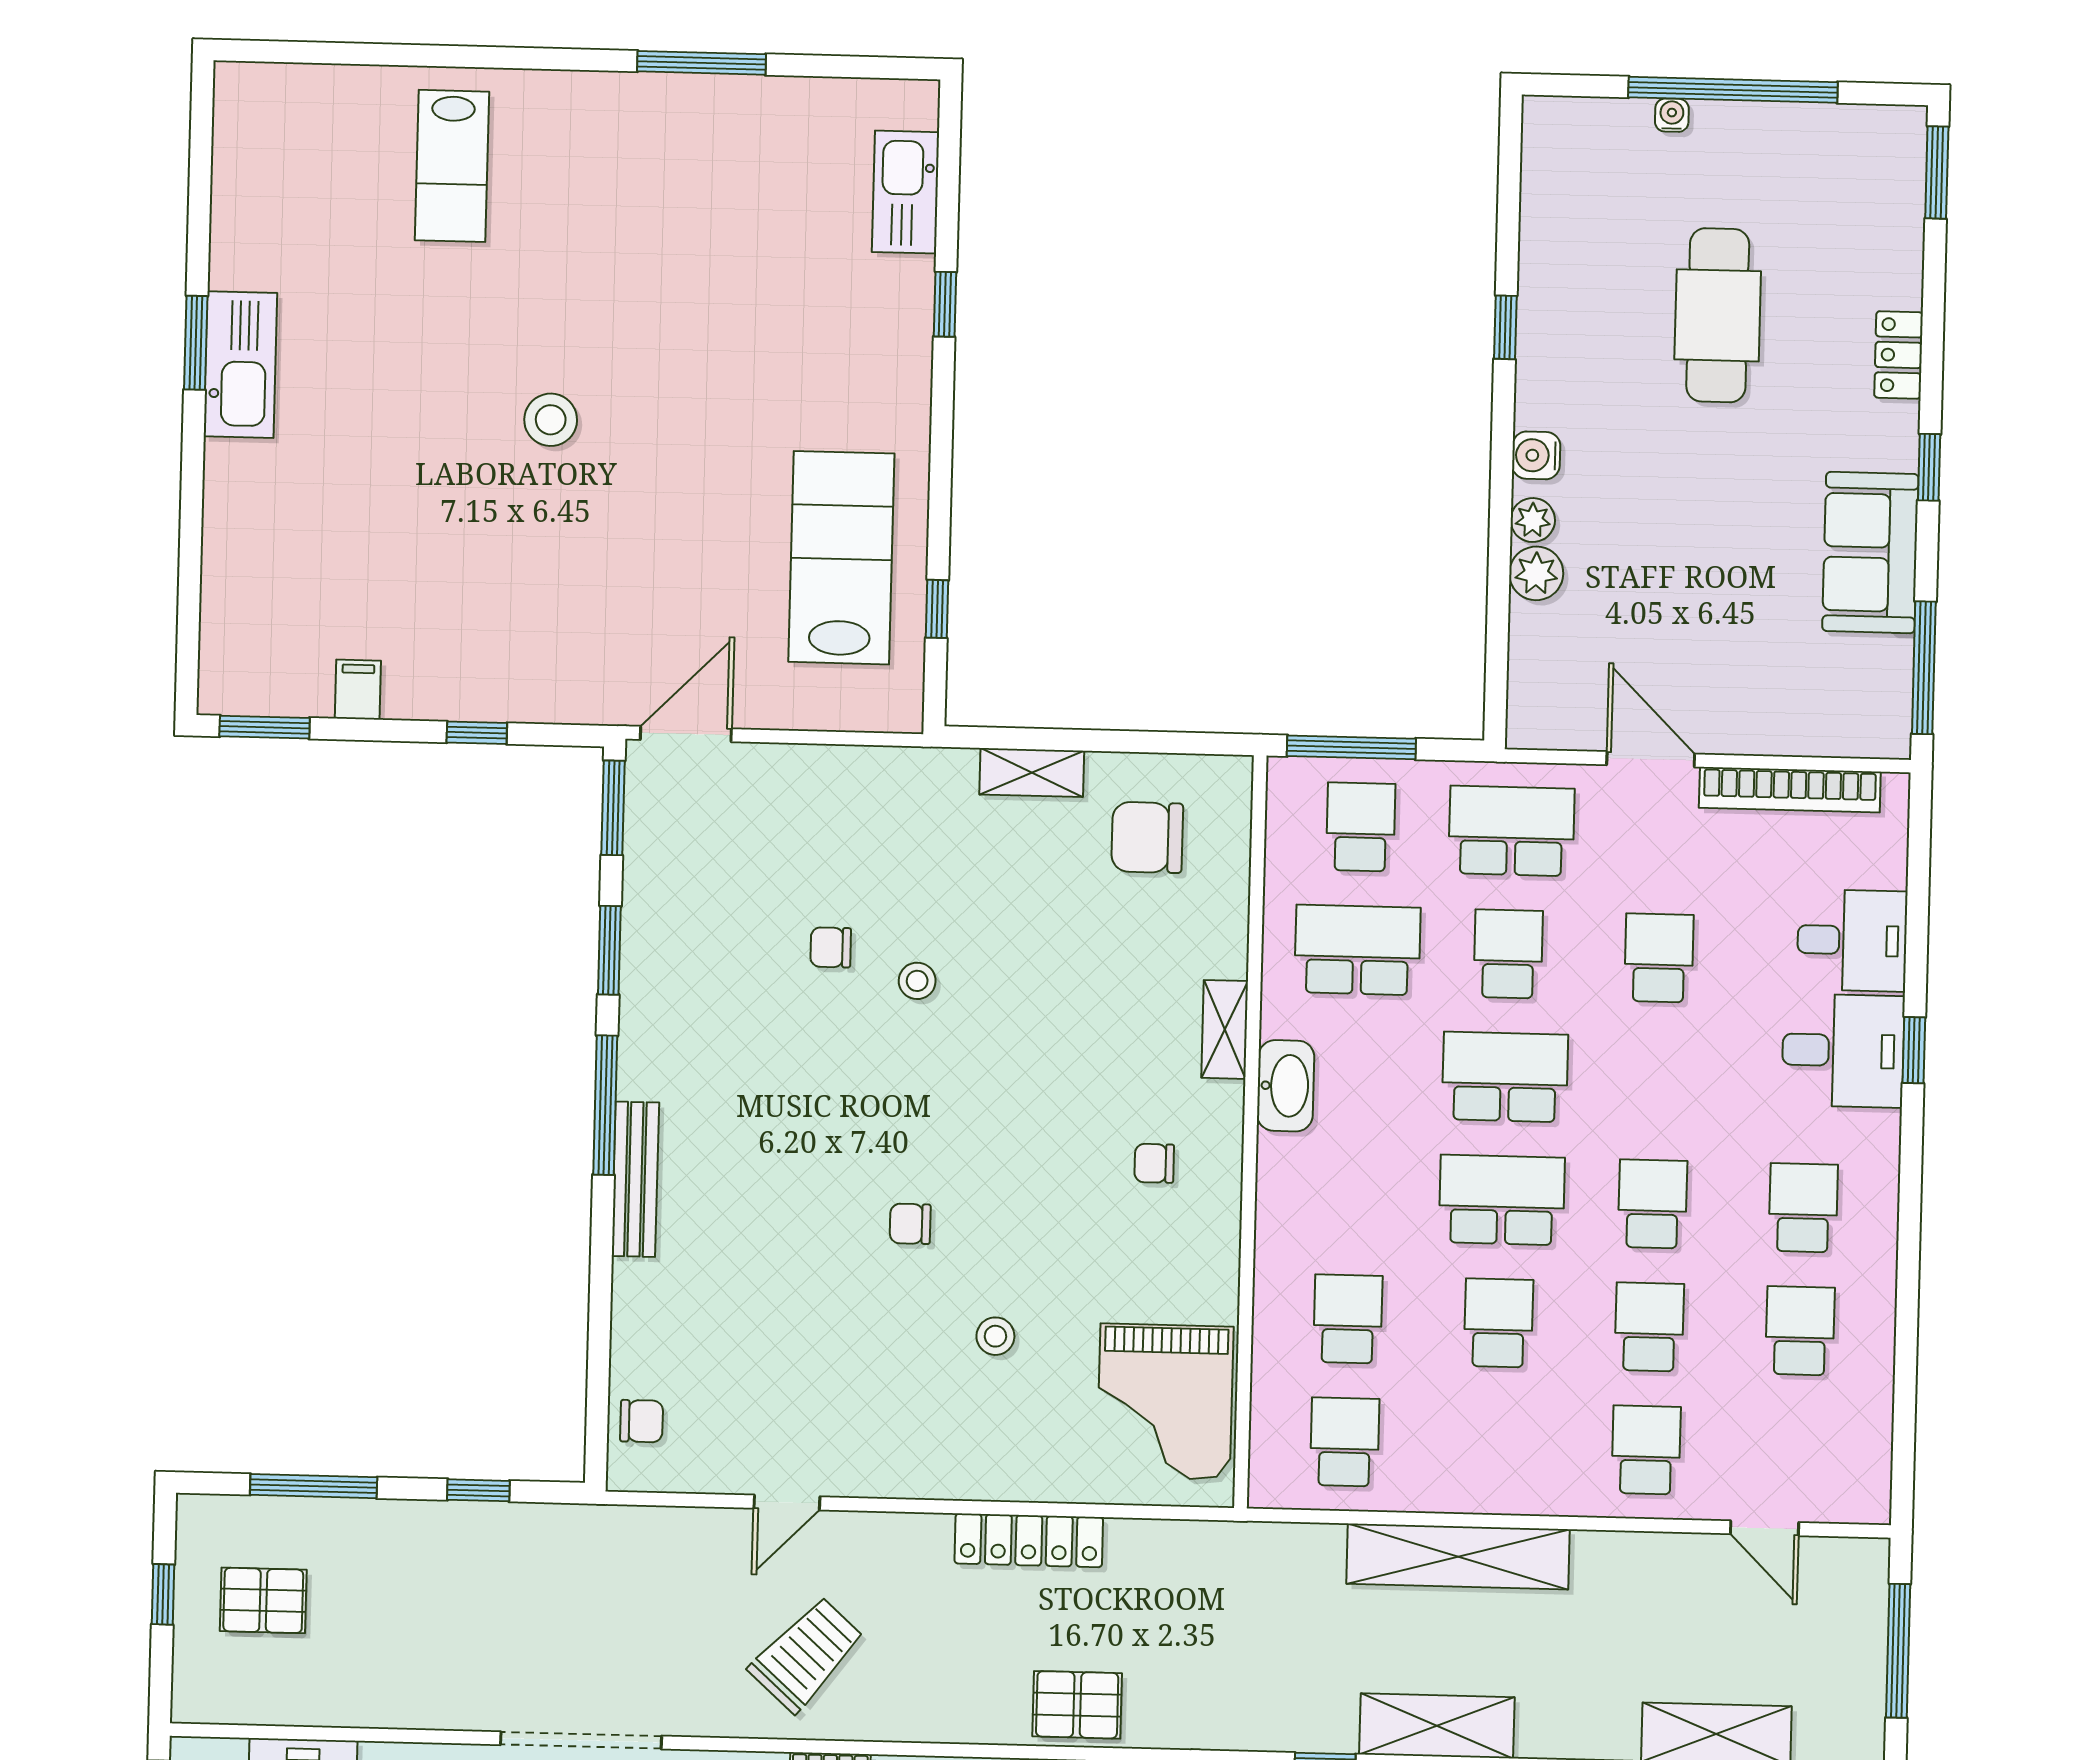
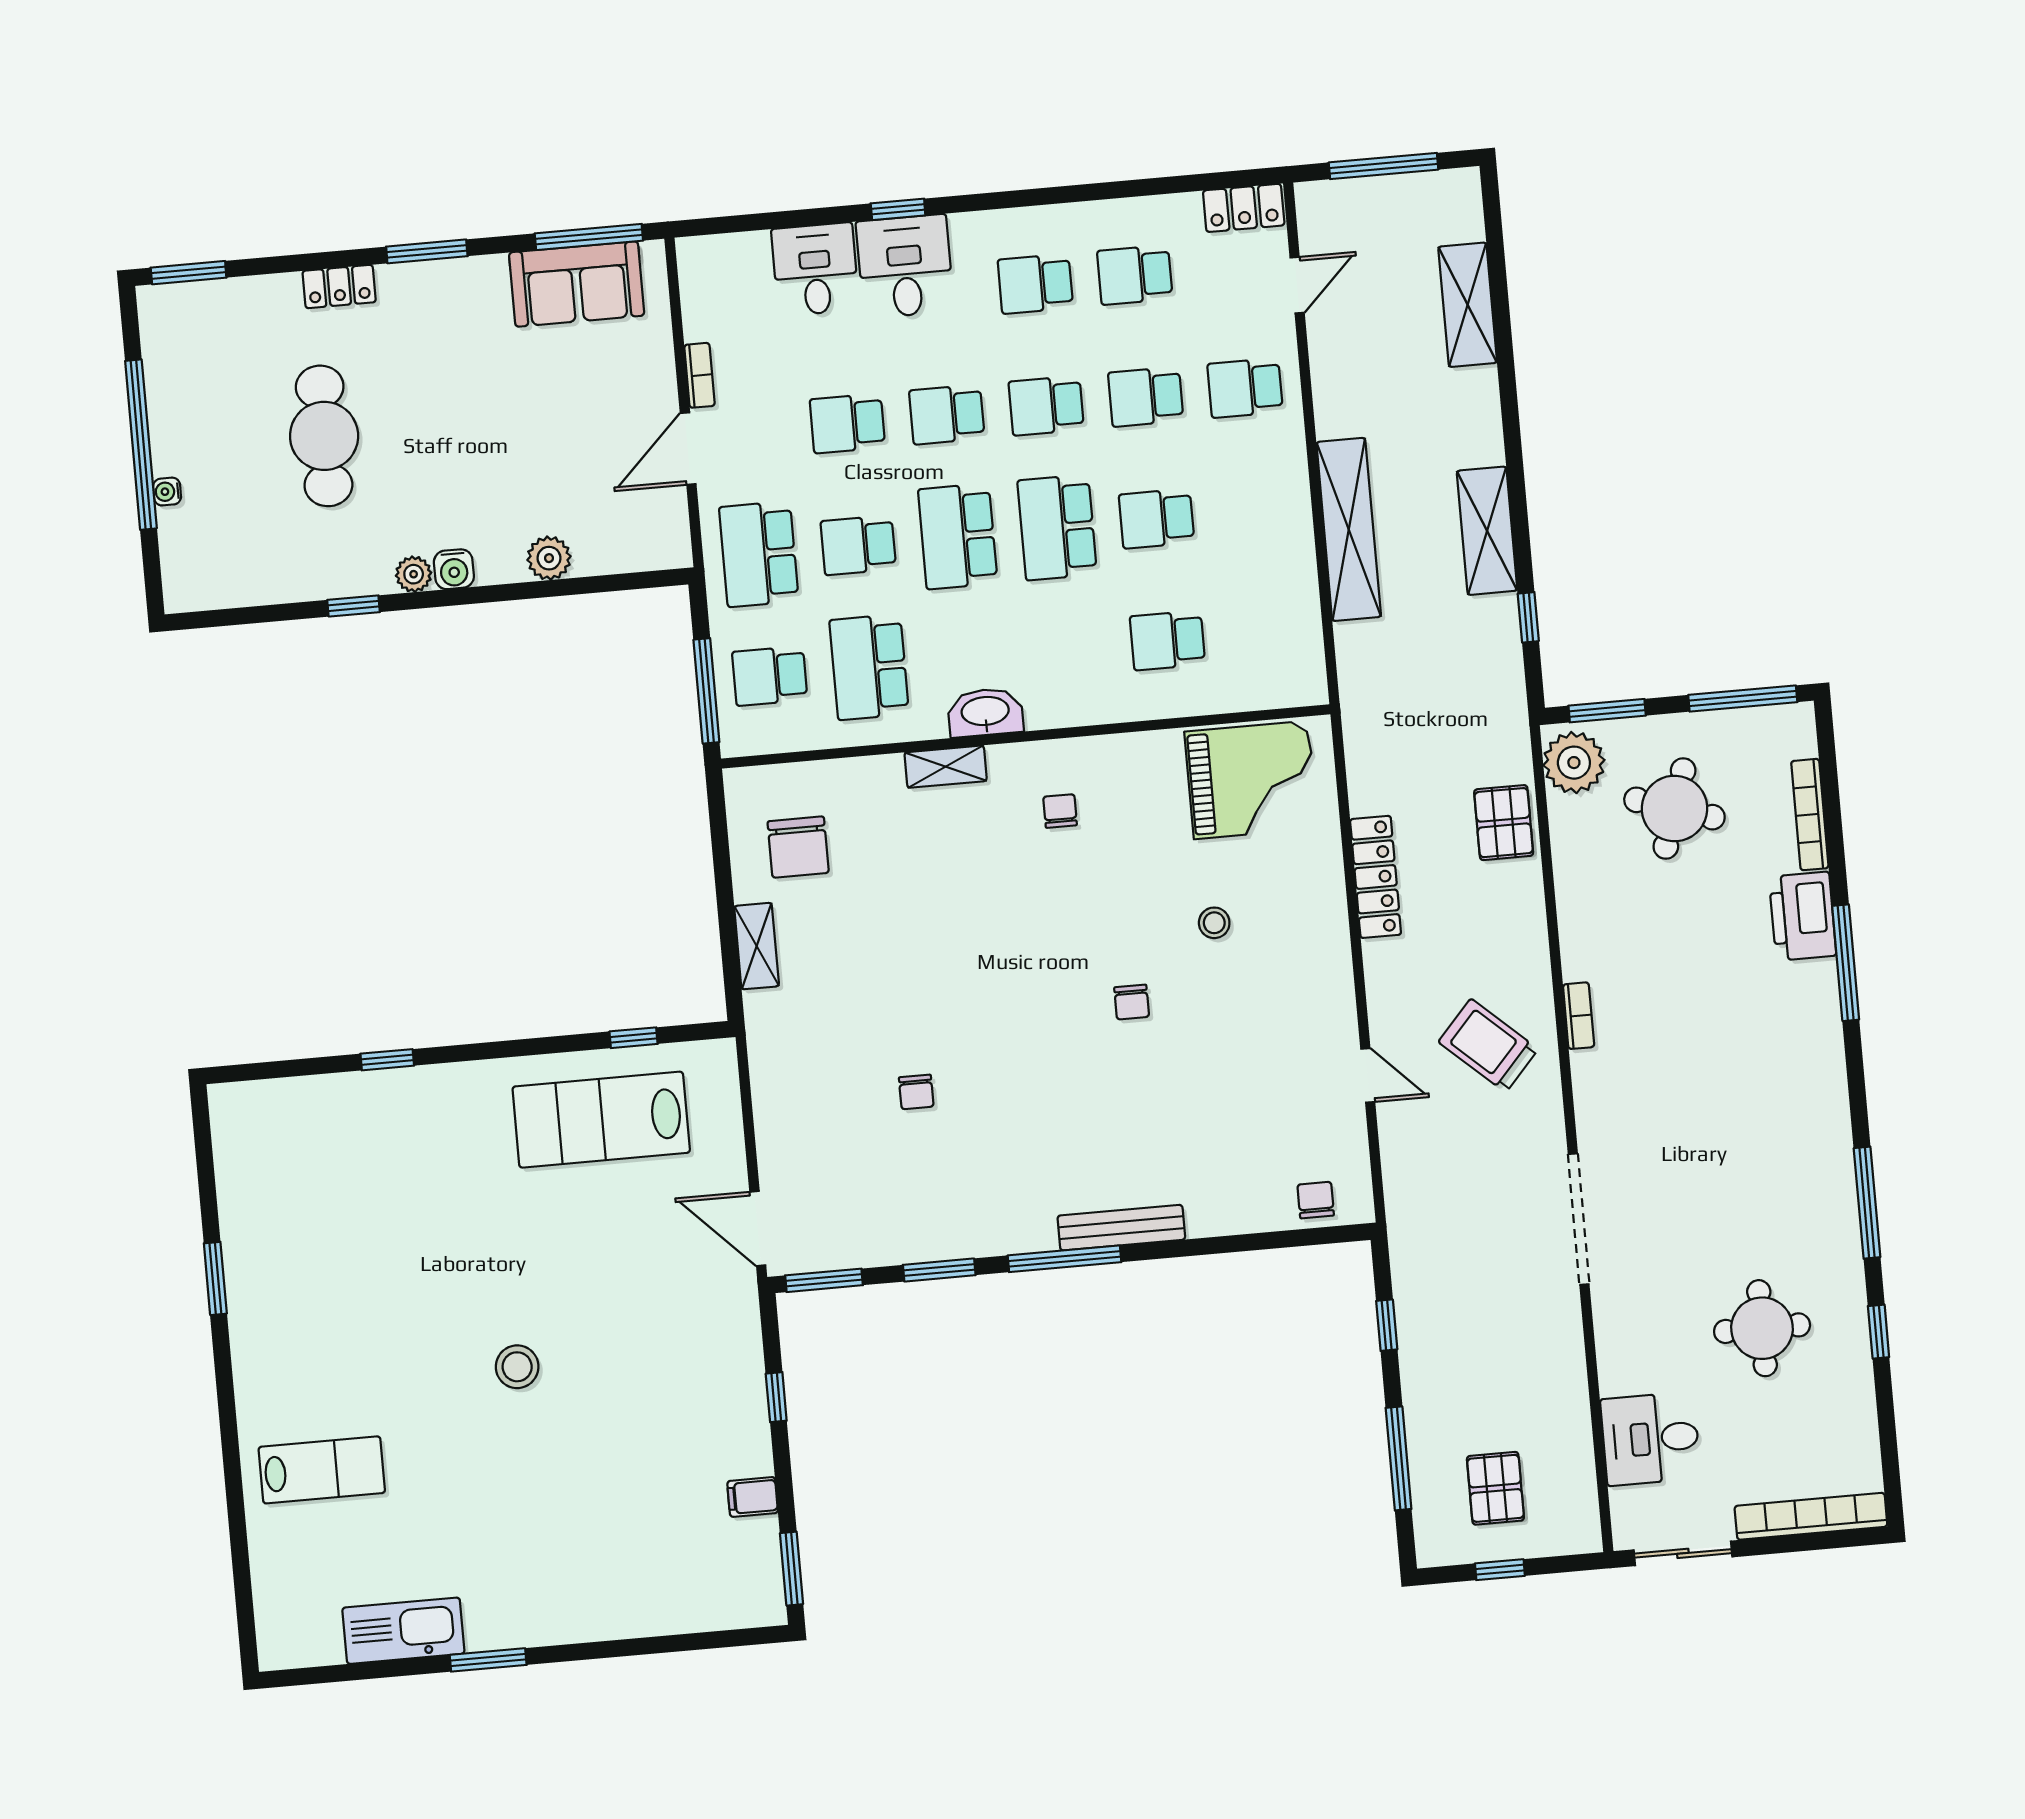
window: (702, 63) -> (215, 1278), width x0.69
kitchen sink: (906, 192) -> (301, 1102), removed
cafe table: (1718, 315) -> (324, 436), turned 90
kitchen sink: (240, 365) -> (403, 1631), moved
window: (1929, 467) -> (427, 251), width x1.50
plant: (1533, 520) -> (414, 574), moved
sofa: (1870, 553) -> (577, 284), moved
bookcase: (1790, 790) -> (699, 375), width x0.43, depth x0.76
stool: (917, 981) -> (935, 1019), removed
chair: (1154, 1163) -> (1060, 811), turned 180
school desk: (1345, 1442) -> (947, 414), moved
locker: (1867, 1474) -> (1244, 208), added

